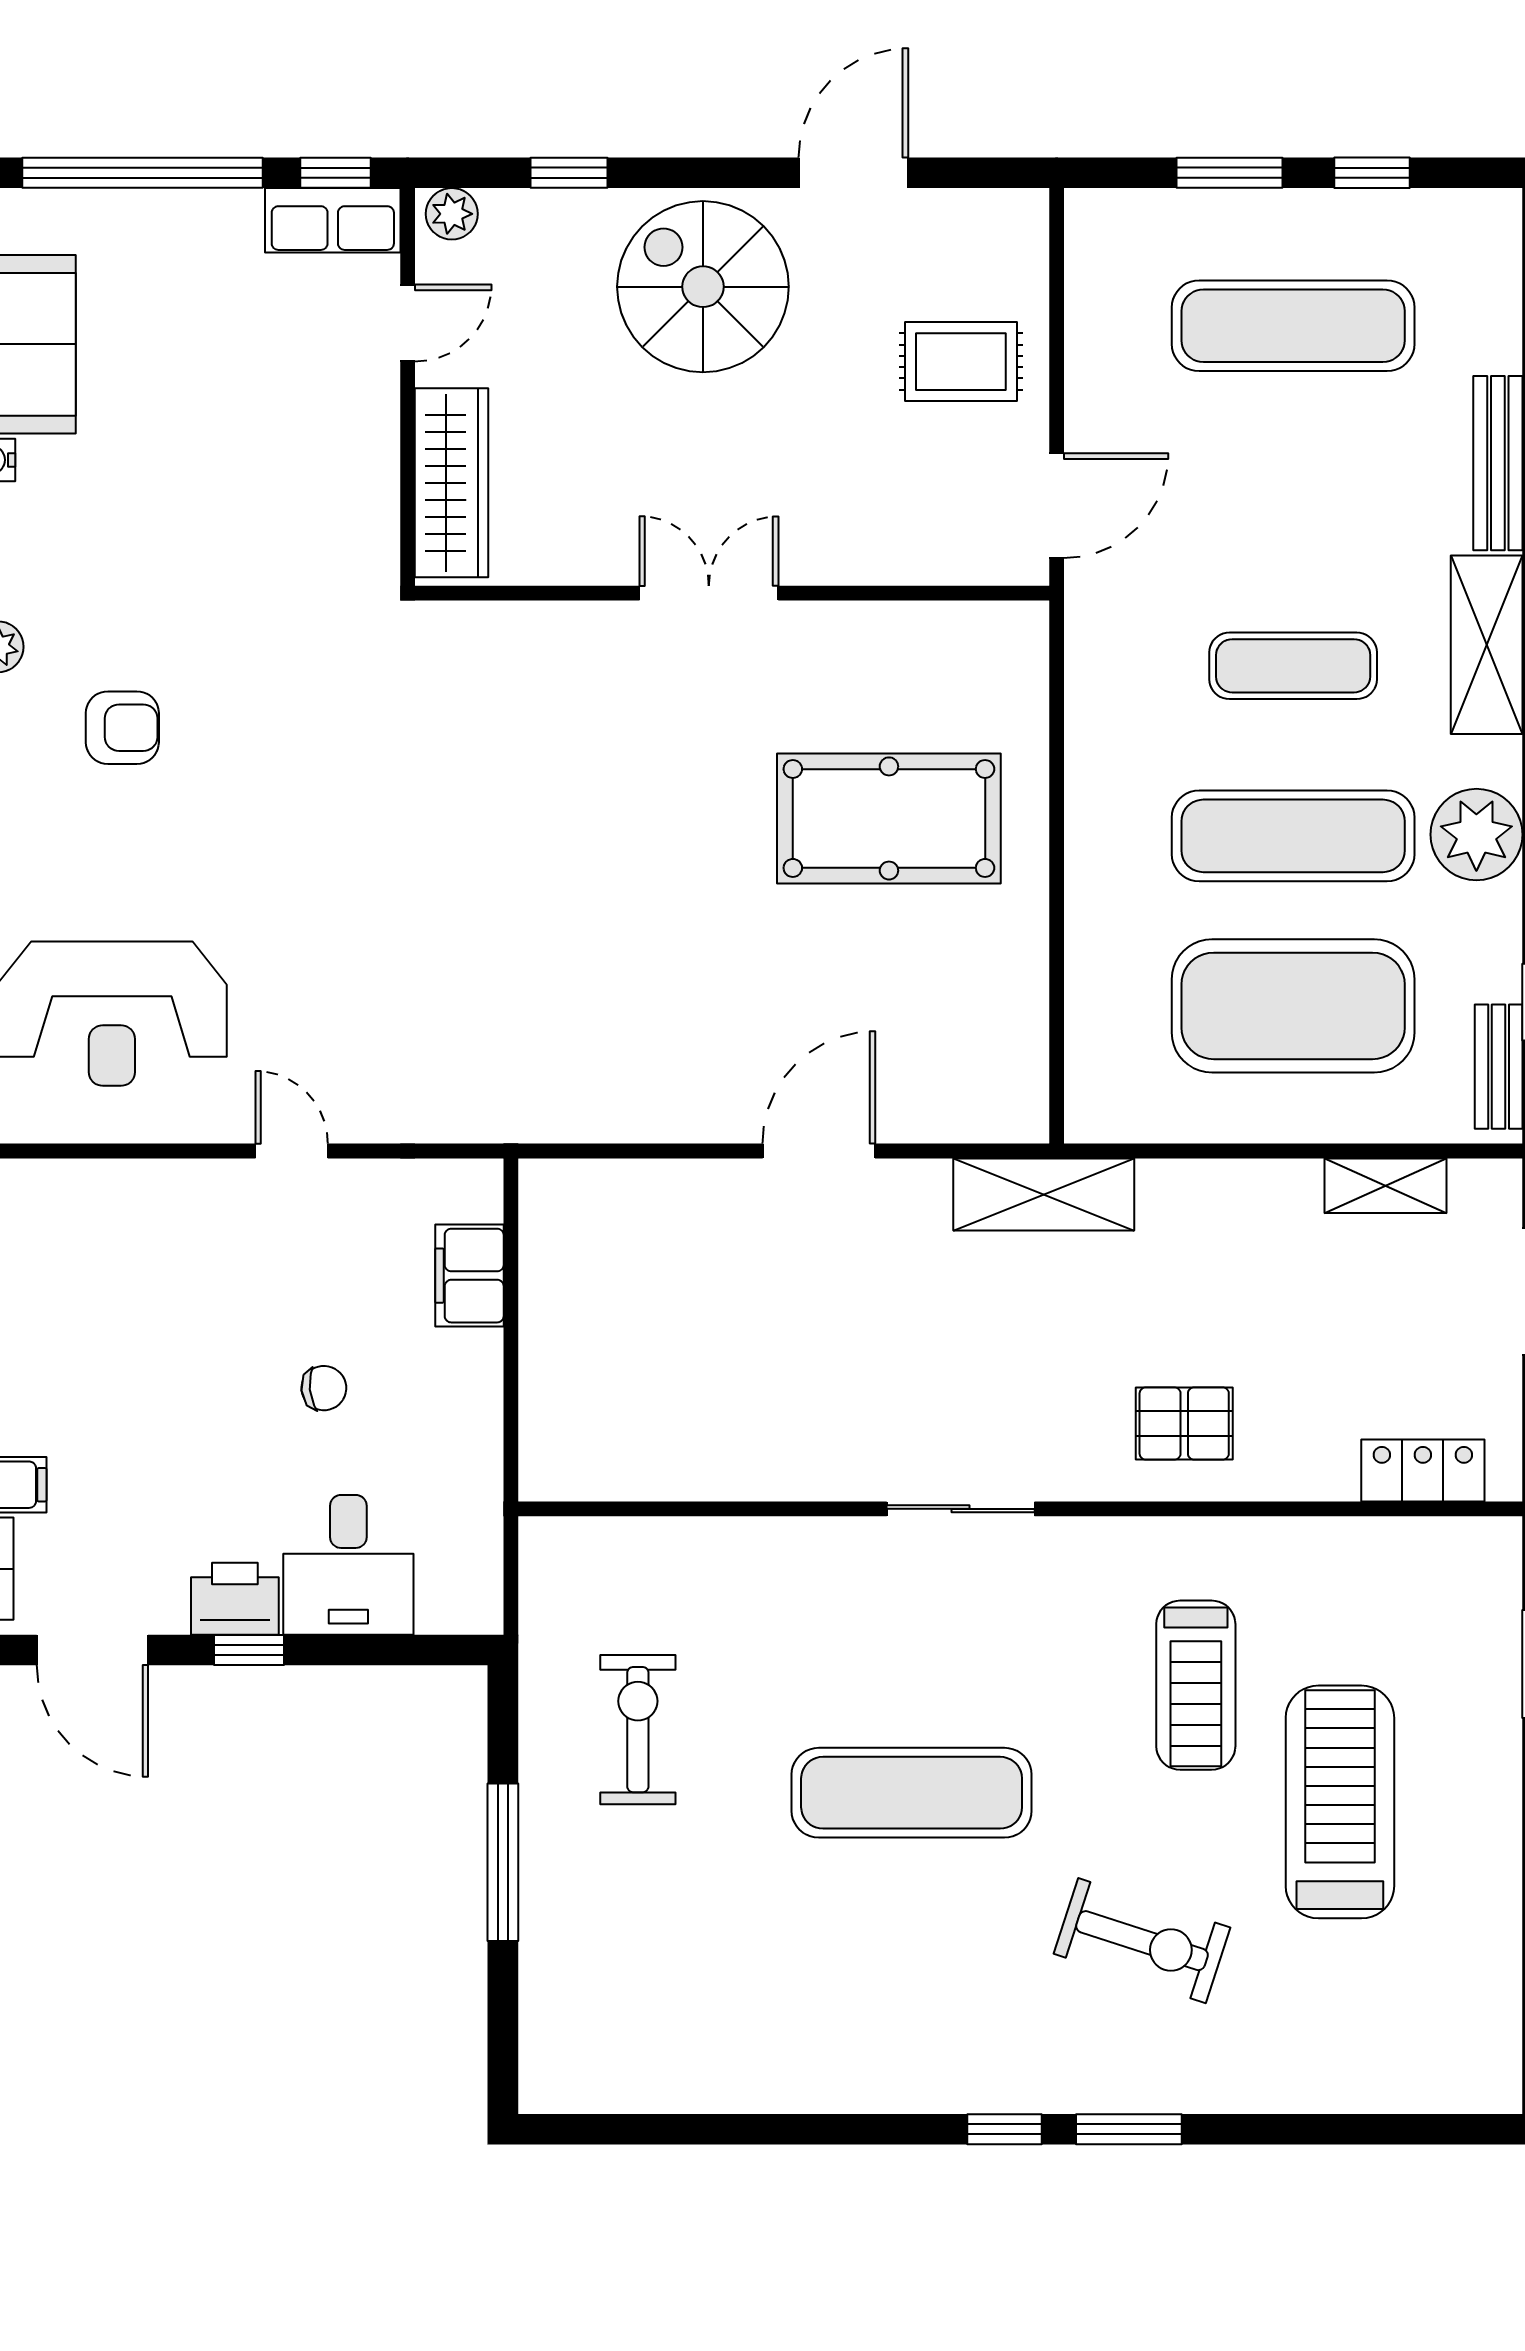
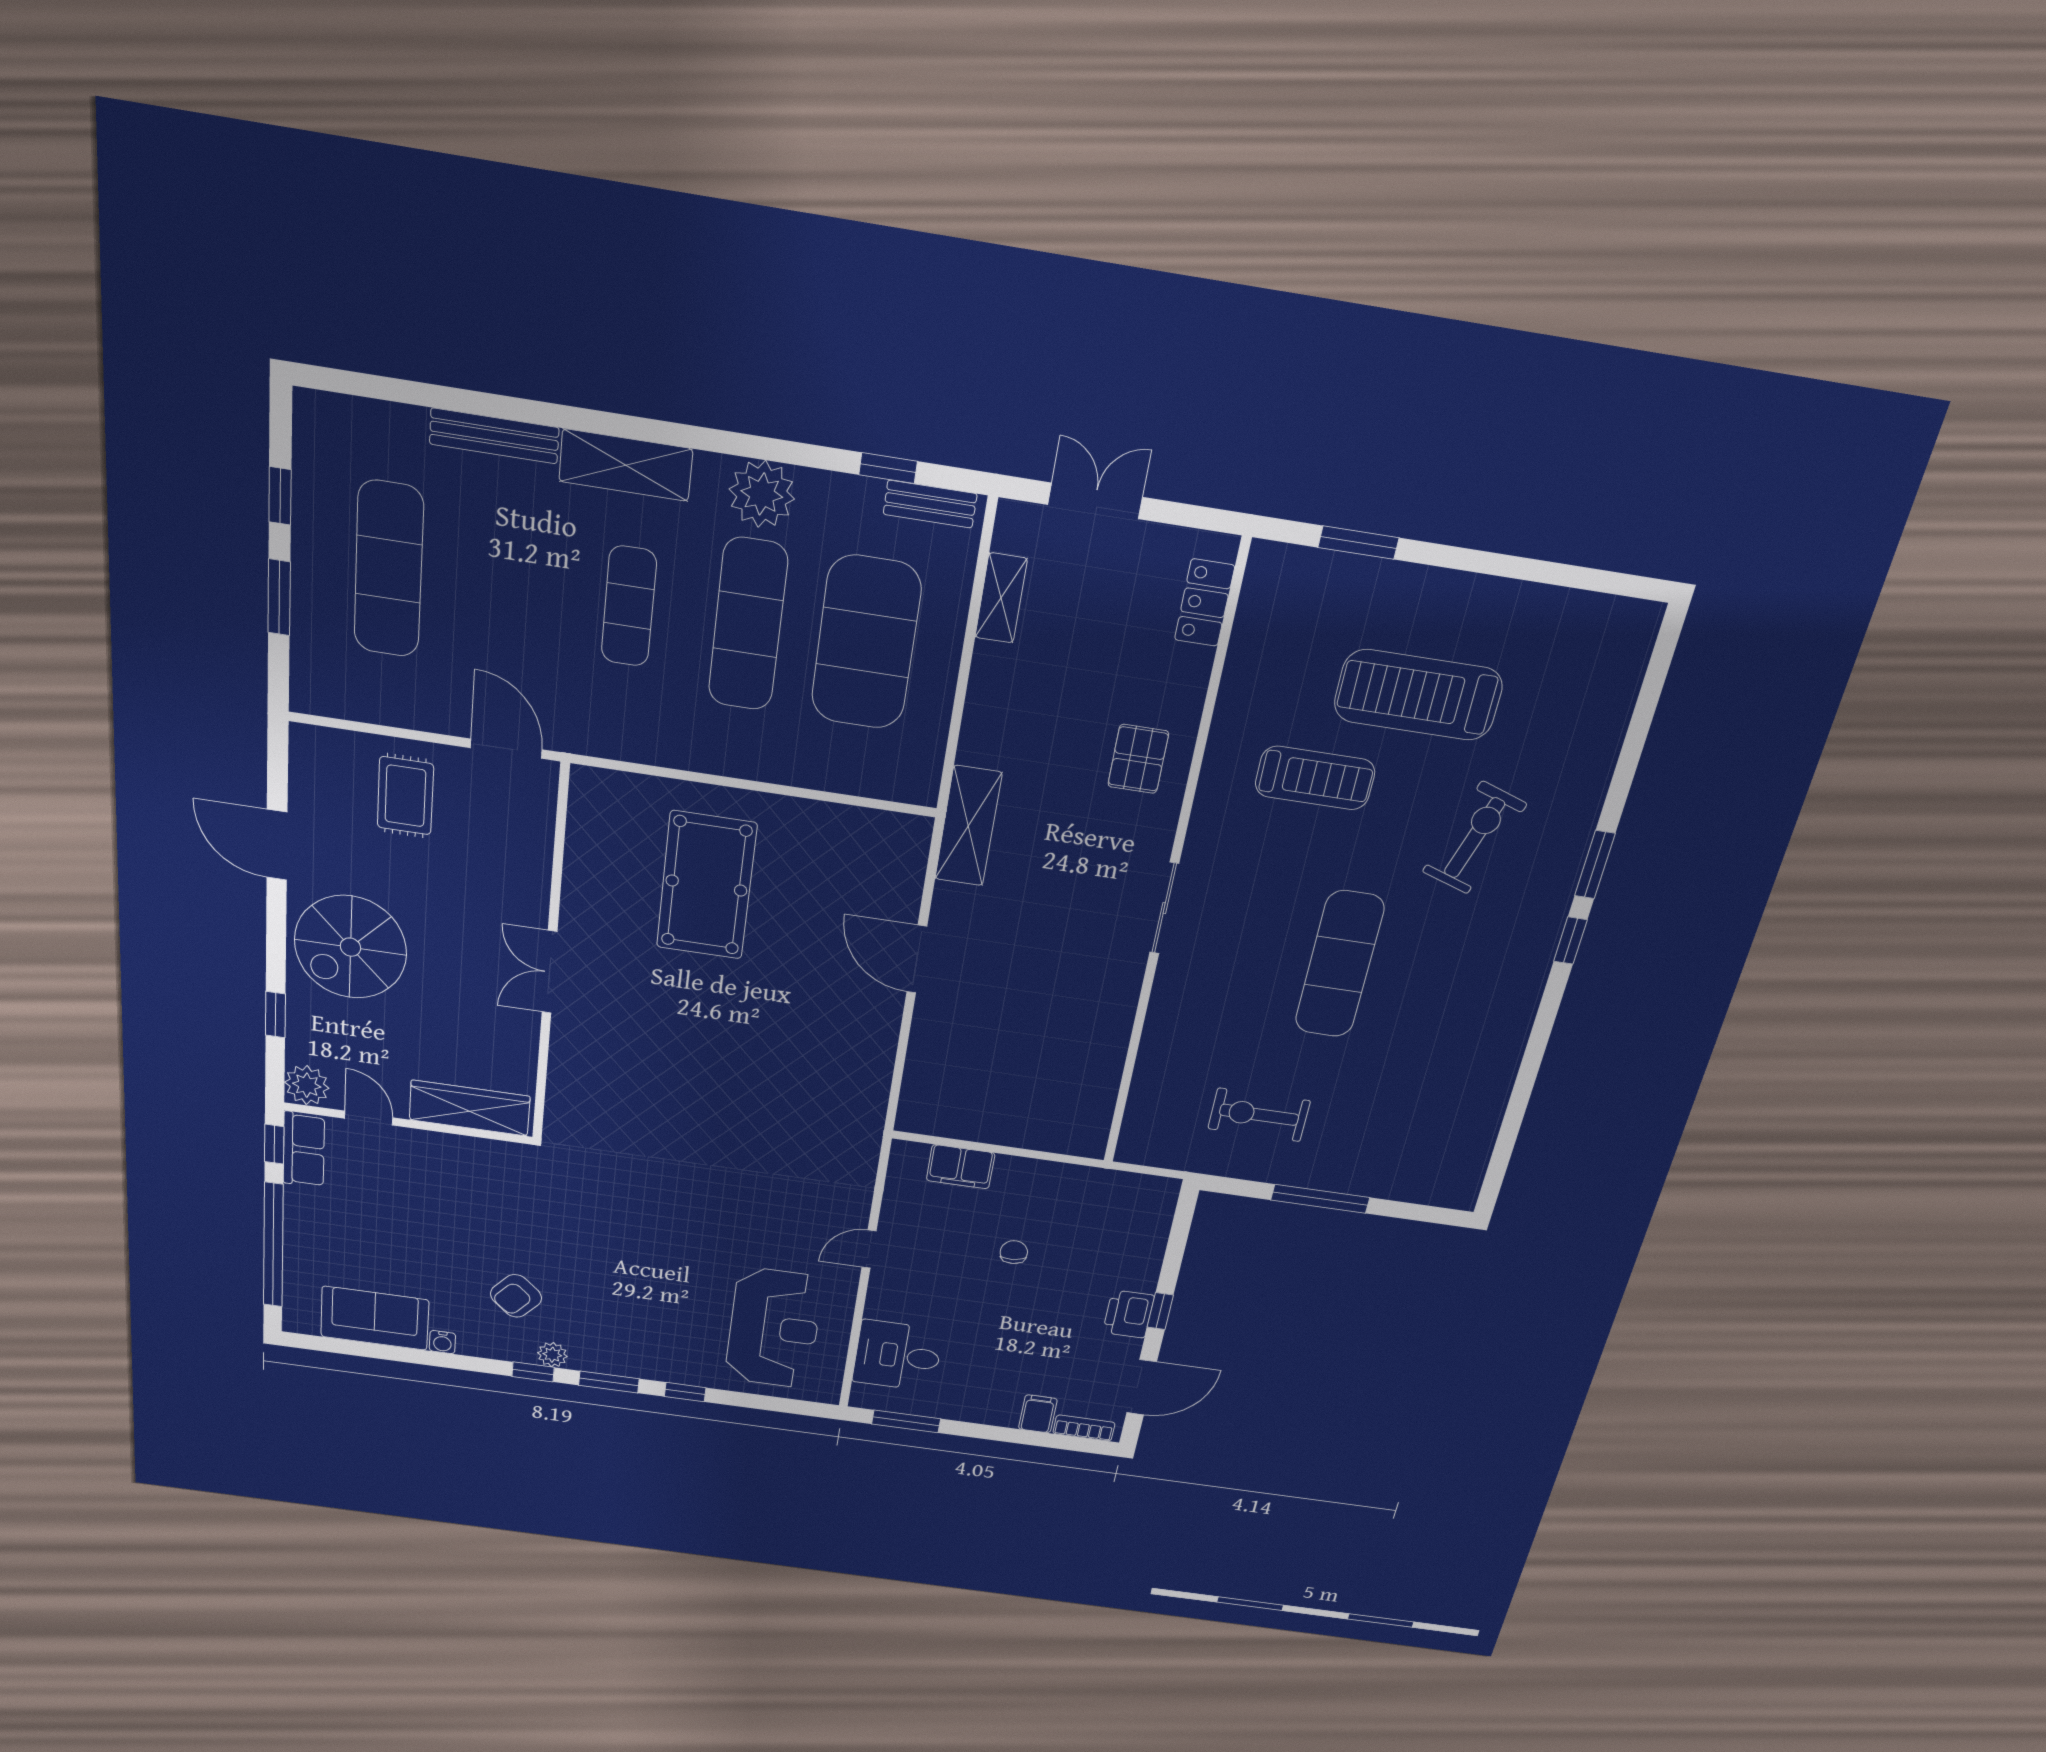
plant: (452, 214) -> (307, 1085), width x1.38, depth x1.38
armchair: (122, 728) -> (516, 1296), moved, turned -138
desk: (348, 1565) -> (898, 1356), moved, turned 180

